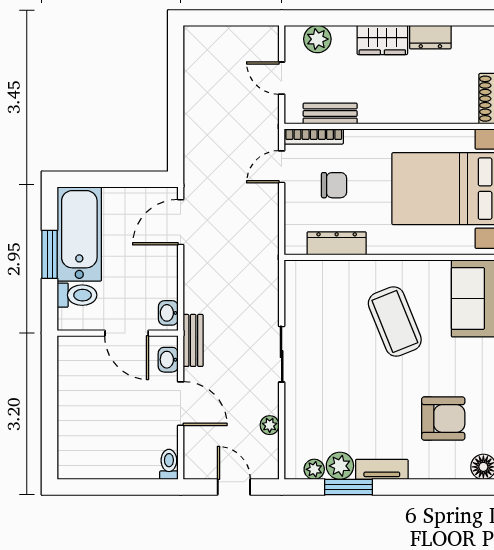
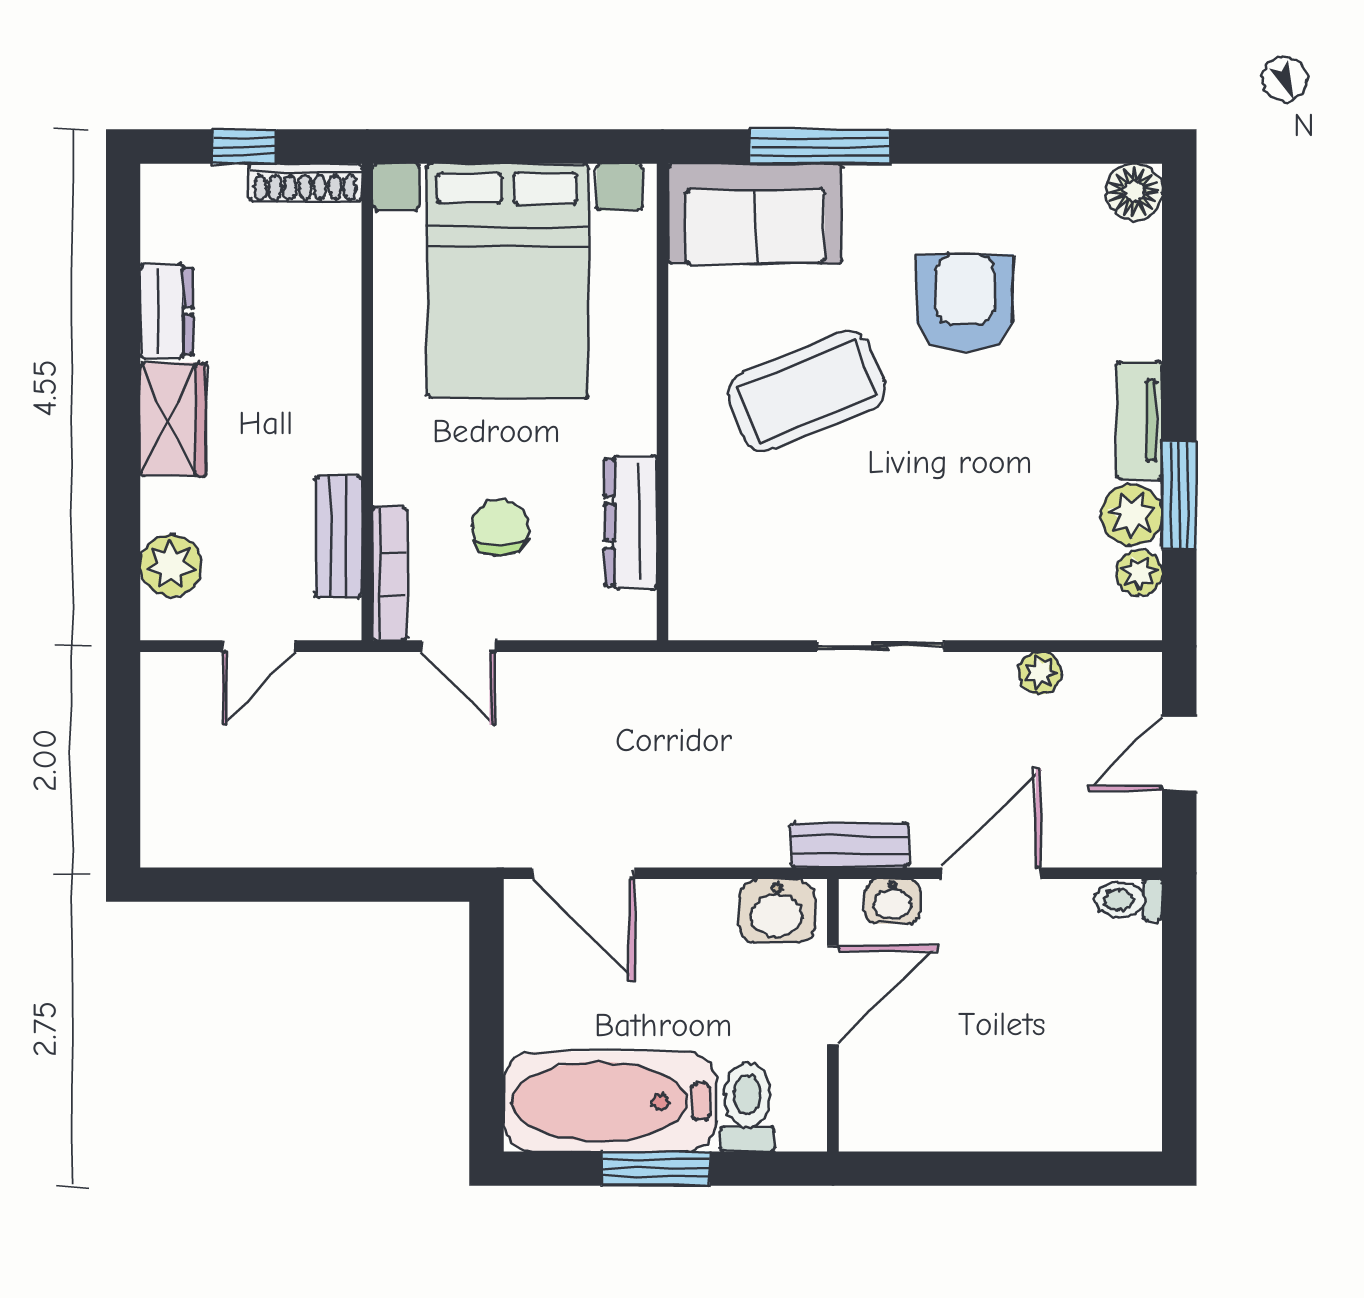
washbasin: (168, 313) -> (777, 911), width x1.38, depth x1.45
armchair: (443, 418) -> (965, 303), moved

